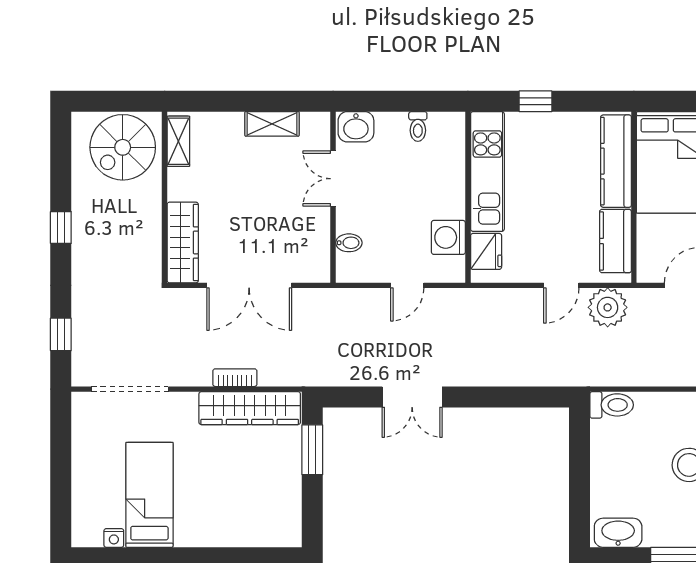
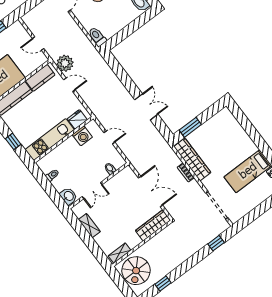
spiral stairs: (123, 147) -> (136, 271), turned 90
window: (61, 227) -> (163, 283), moved

